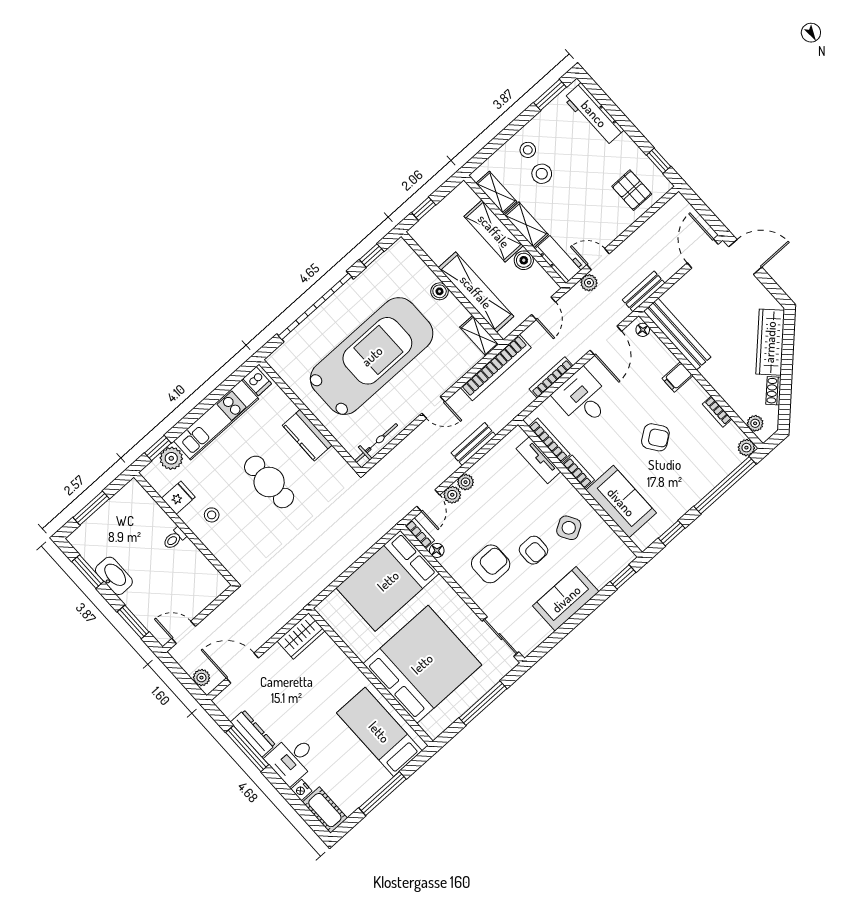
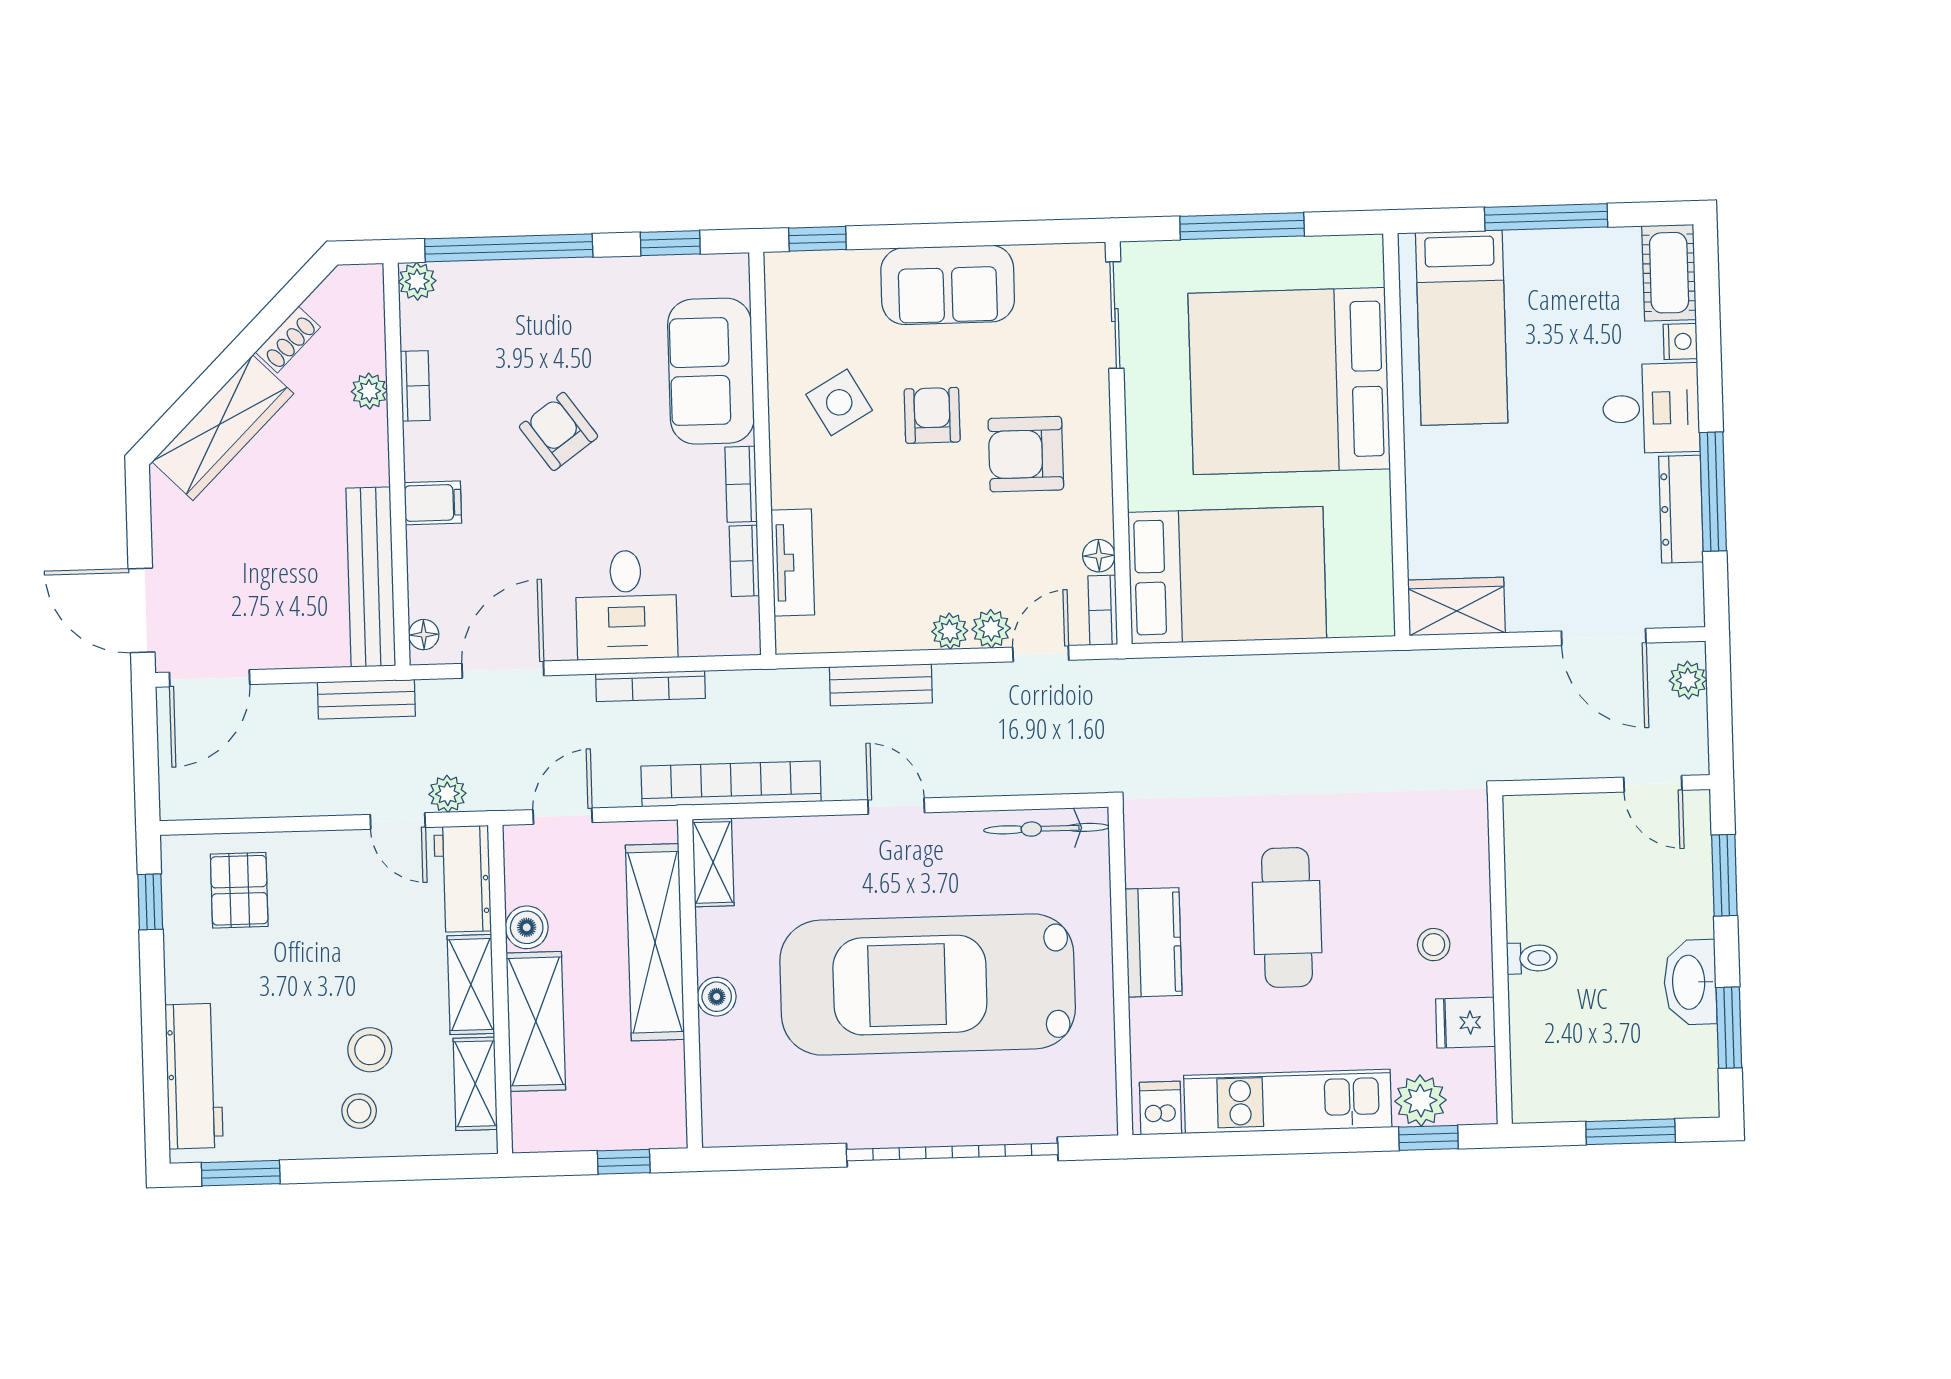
window: (372, 256) -> (781, 1157), removed
plant: (755, 423) -> (369, 391), moved
bookcase: (549, 440) -> (744, 561), width x0.64

